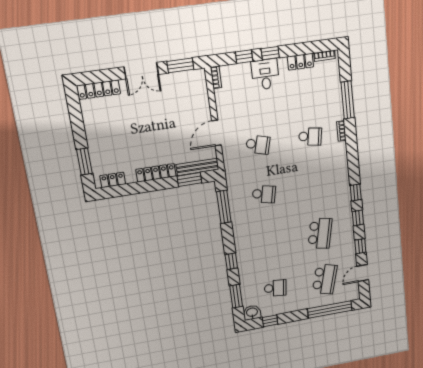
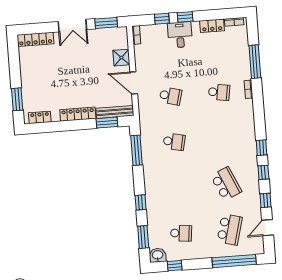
shower: (201, 105) -> (121, 58), added
door: (216, 133) -> (134, 83), hinge flipped
school desk: (320, 233) -> (226, 184), turned -36

